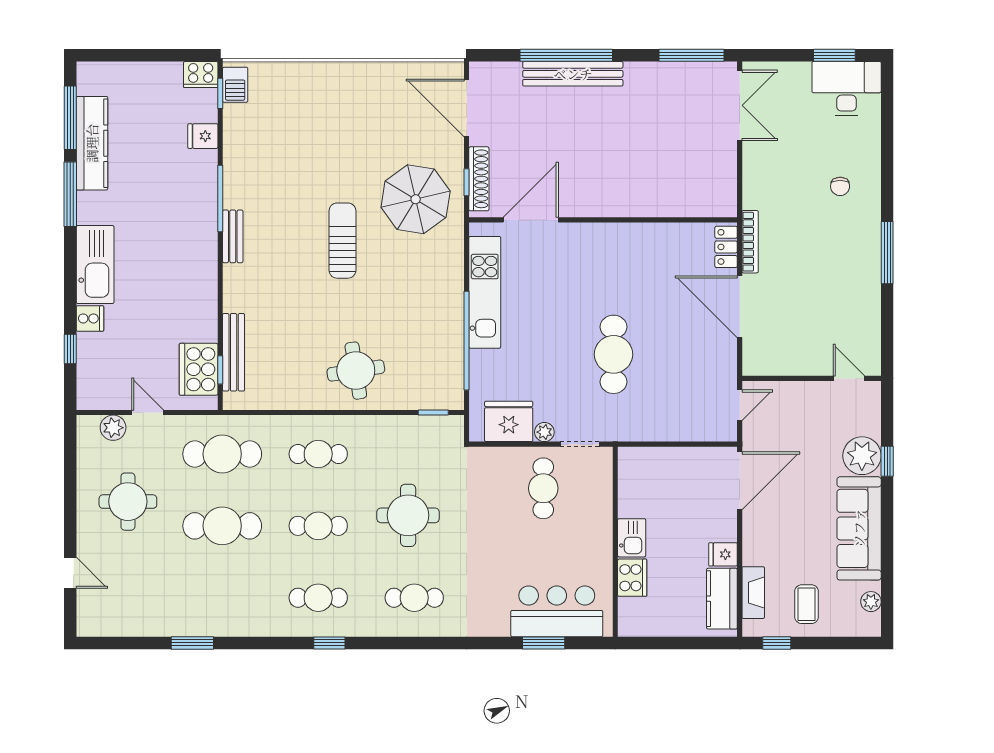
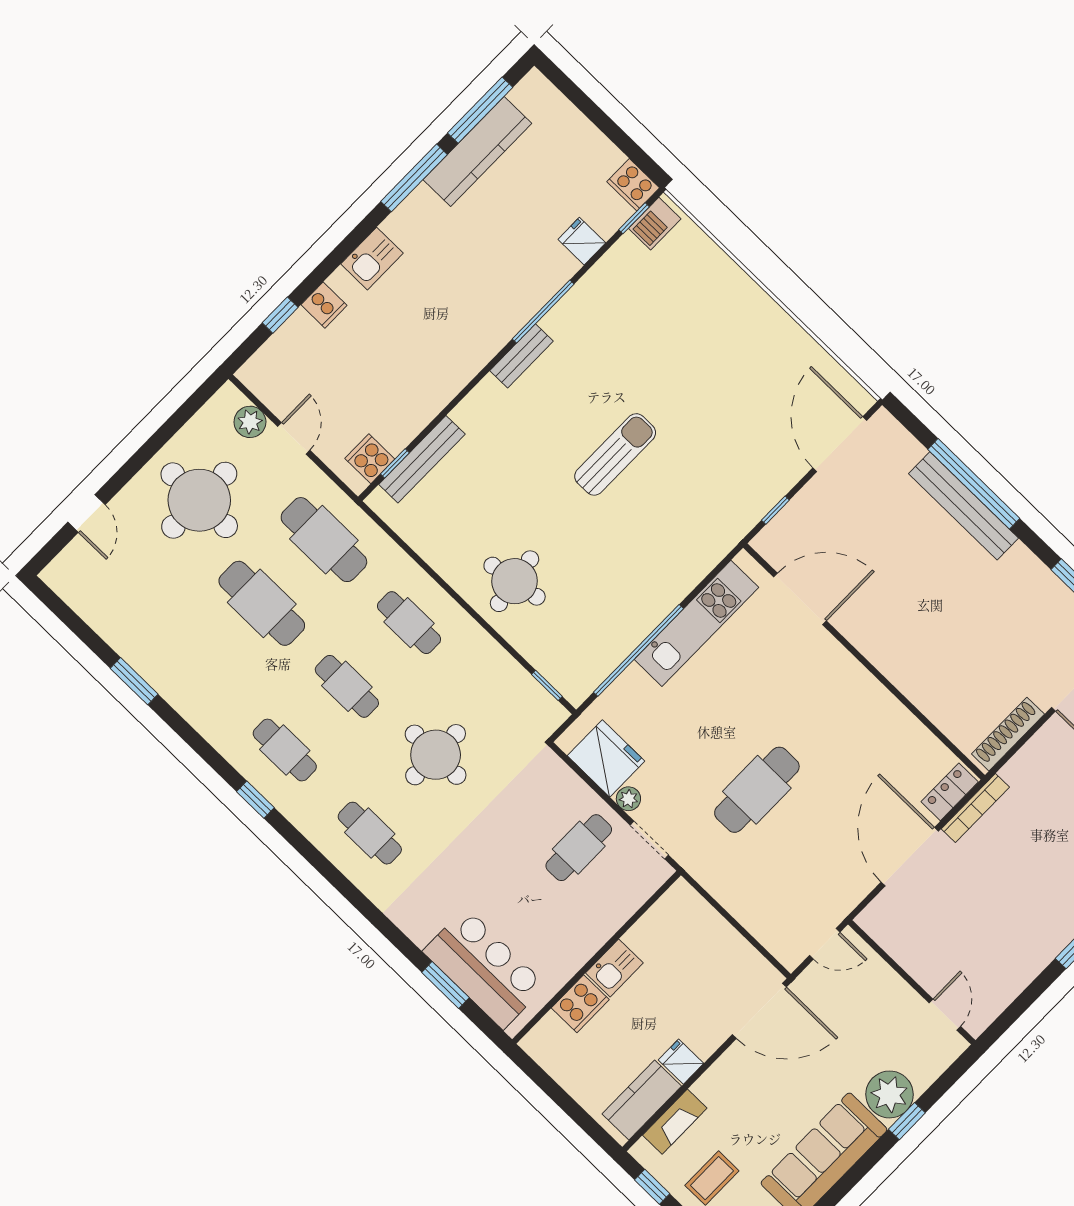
shoe rack: (479, 179) -> (1008, 734), moved, turned 180
parasol: (416, 199) -> (716, 481), removed
kitchen sink: (95, 265) -> (372, 259), width x0.53, depth x0.81
cooker: (199, 369) -> (370, 459), width x0.53, depth x0.76
round table: (128, 502) -> (199, 500), width x1.36, depth x1.36

